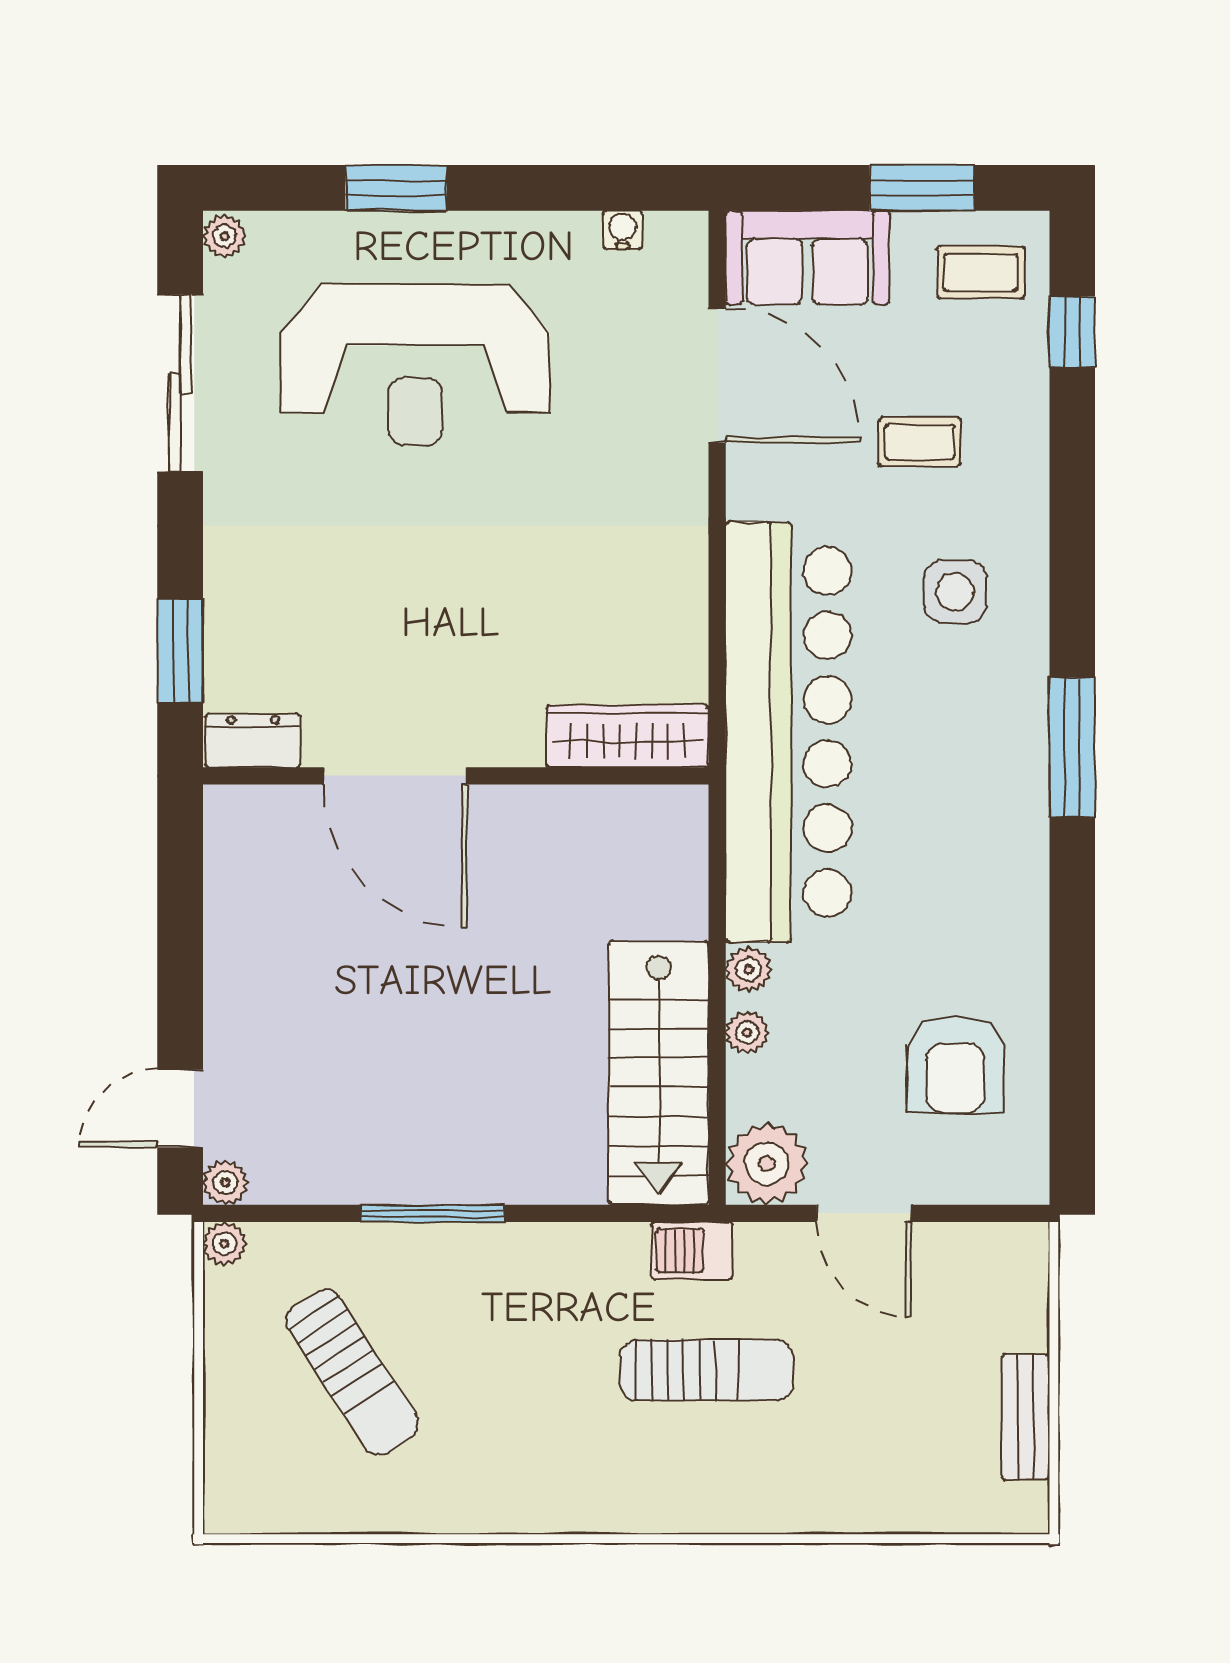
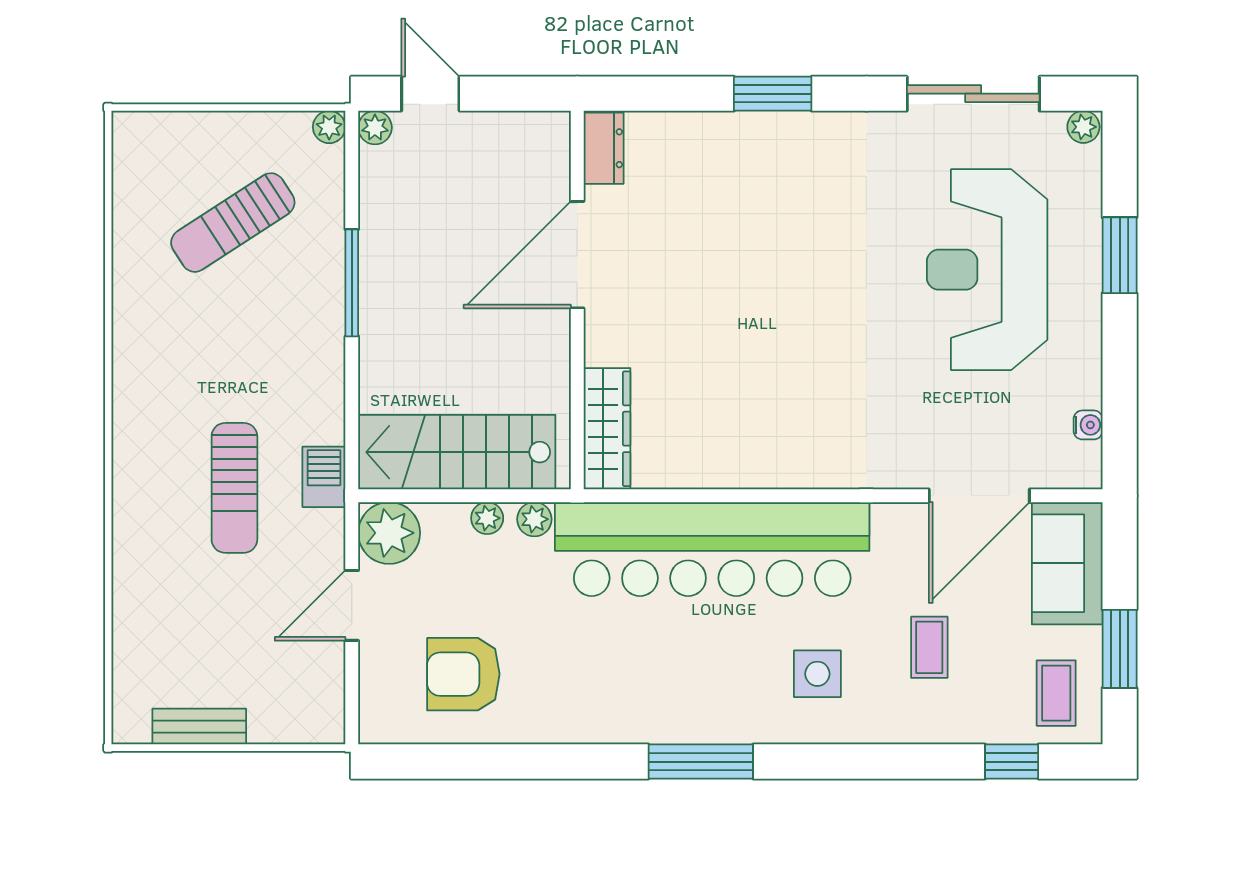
wardrobe: (628, 736) -> (607, 429), moved
dresser: (253, 741) -> (604, 148), moved
door: (395, 776) -> (577, 255), moved
wall: (456, 776) -> (577, 300), moved

